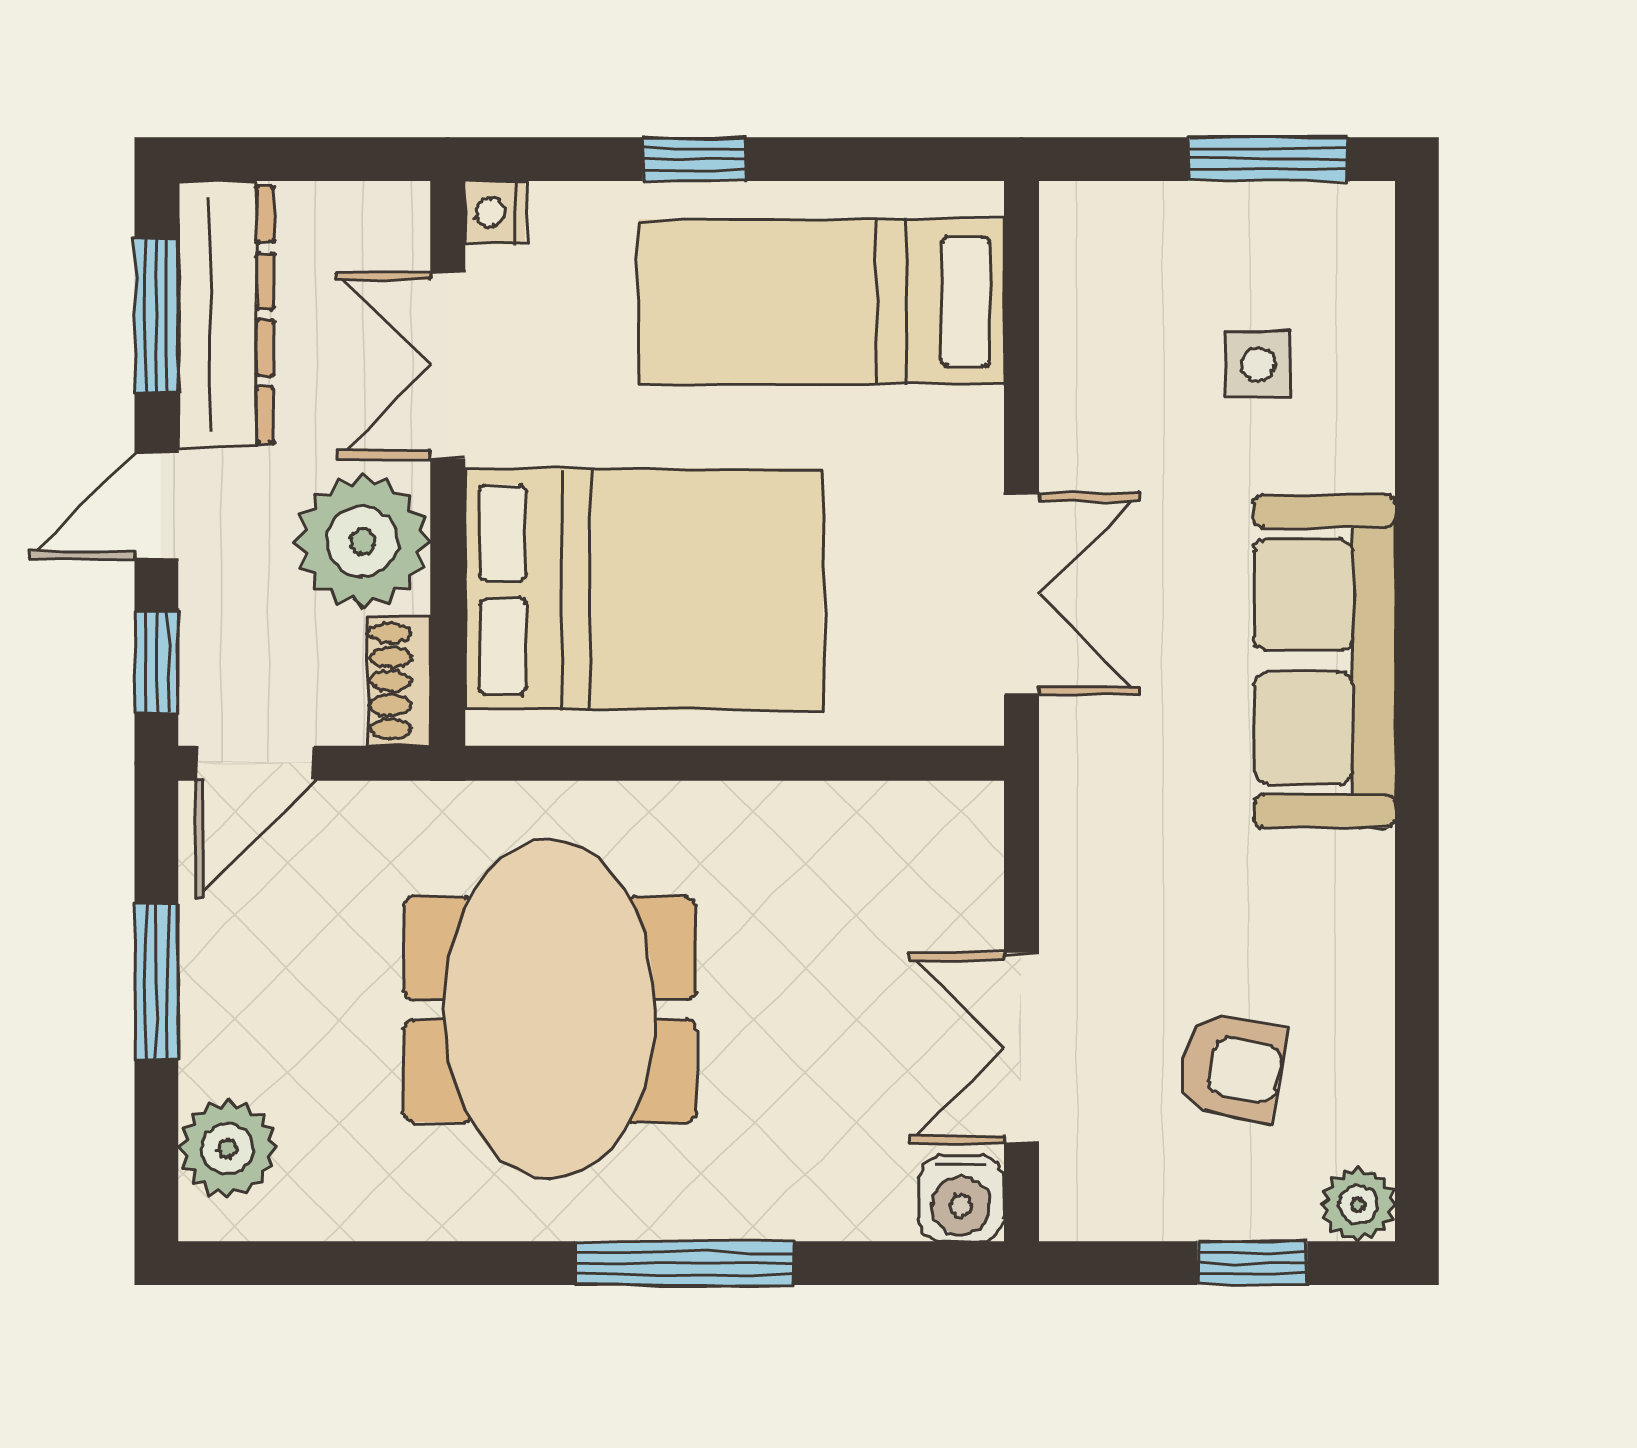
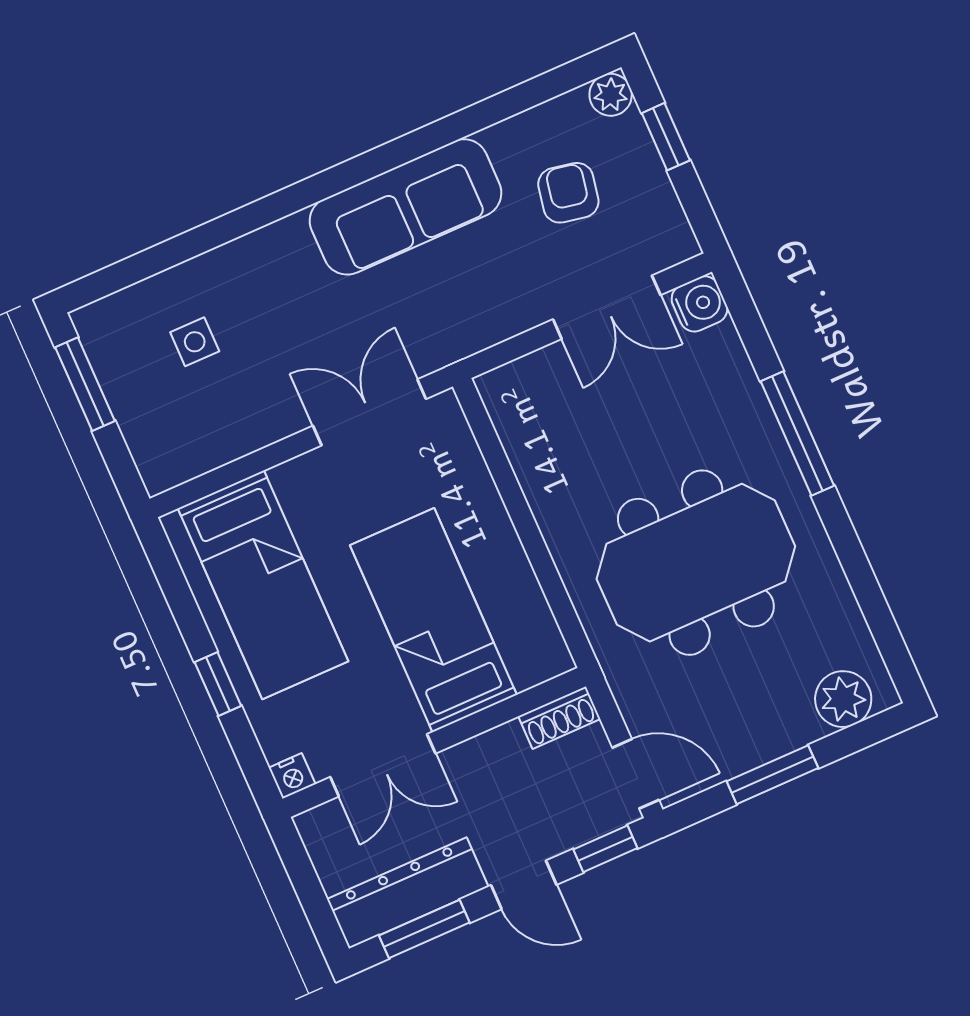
plant: (363, 542) -> (495, 769), removed
bed: (644, 589) -> (433, 620), width x0.67
sofa: (1324, 661) -> (406, 207), moved

